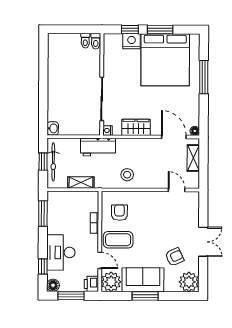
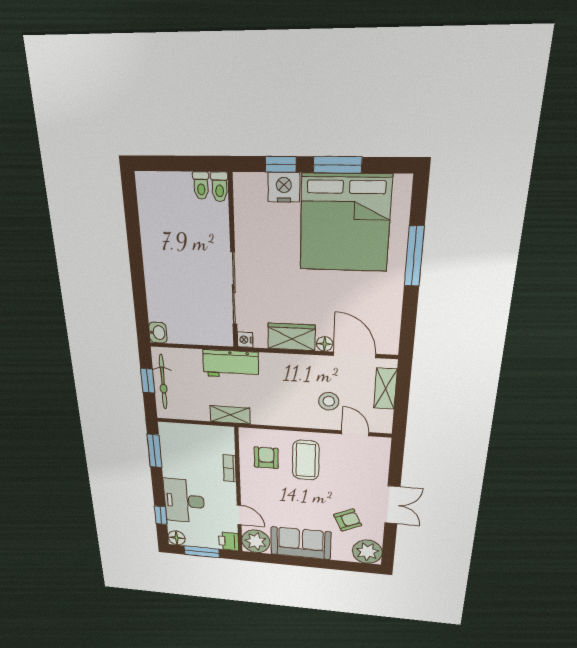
floor lamp: (195, 131) -> (325, 344), moved
stool: (127, 175) -> (329, 401), moved
shelving: (81, 182) -> (230, 415), moved
coffee table: (118, 240) -> (306, 460), moved, turned 90
window: (145, 296) -> (304, 562), removed

